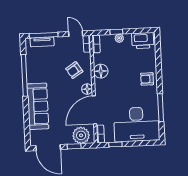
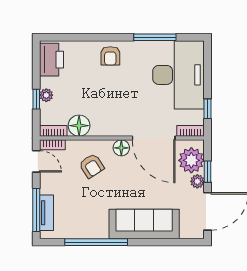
door: (76, 34) -> (36, 161), swing flipped
floor lamp: (101, 71) -> (79, 126), moved
plant: (67, 140) -> (197, 181), added

